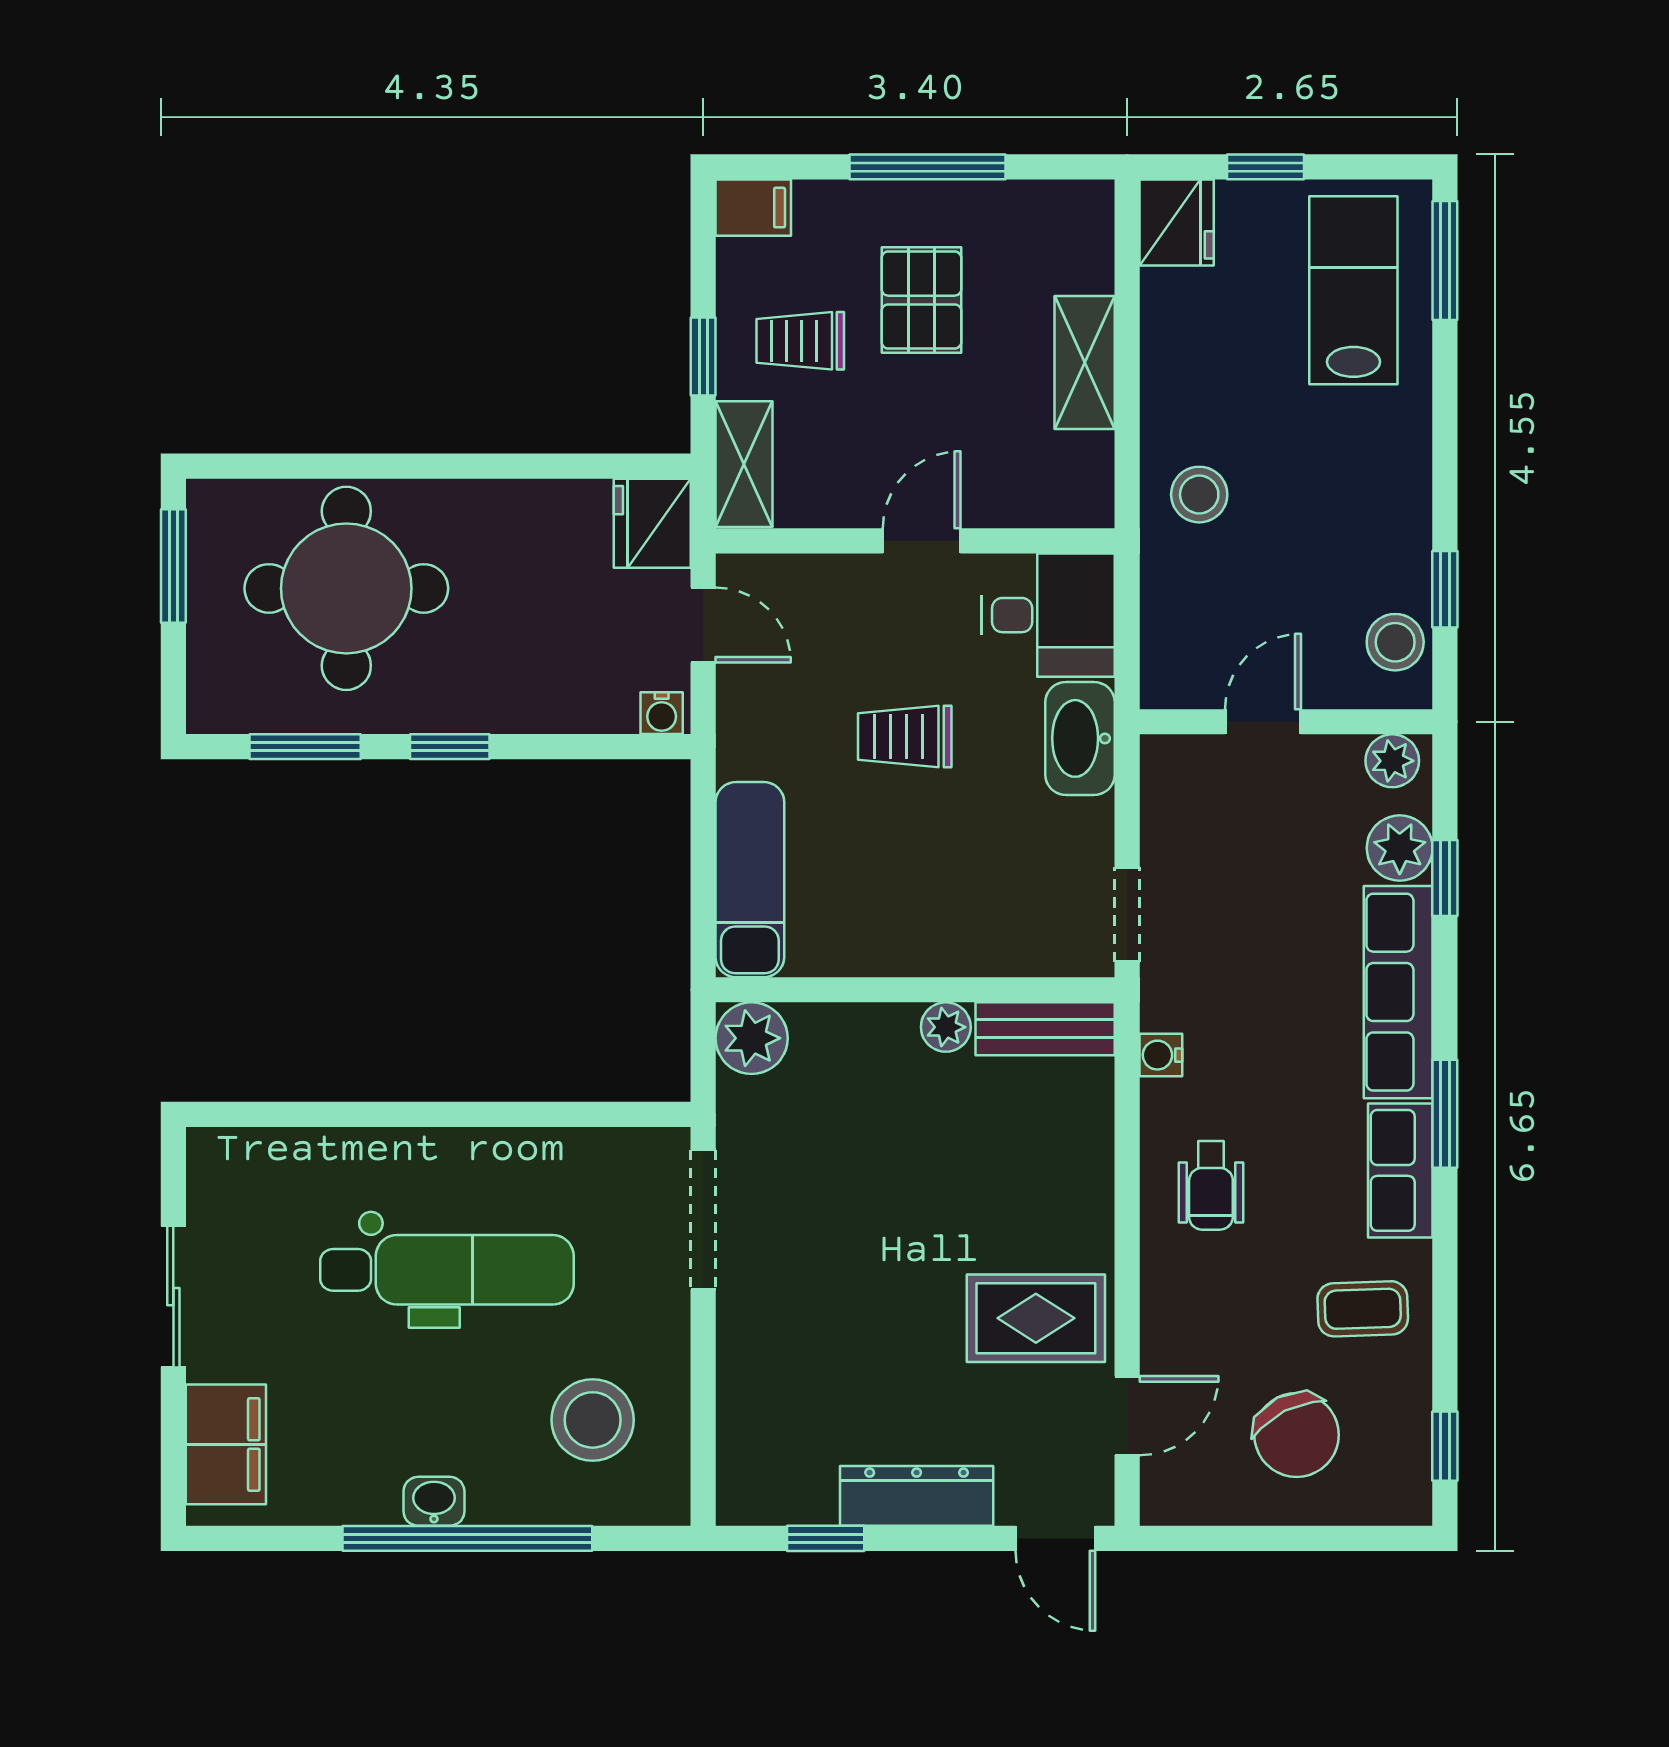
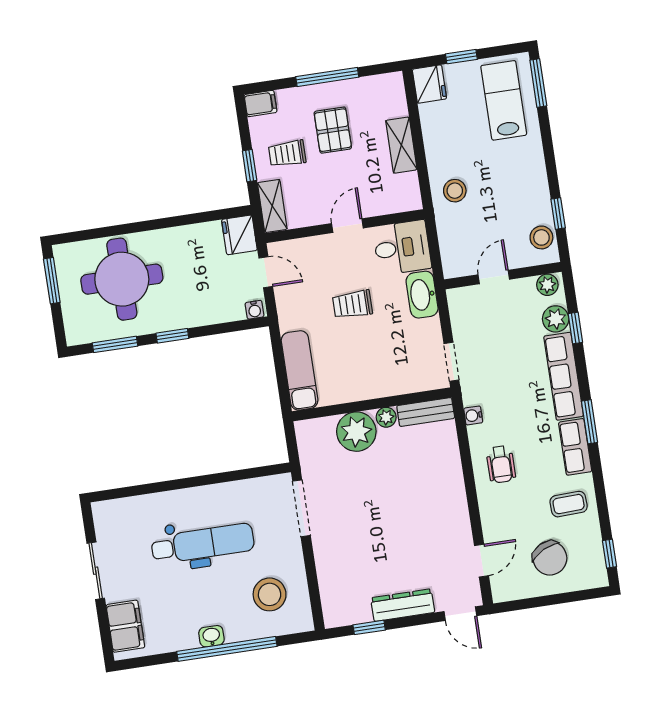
plant: (752, 1038) -> (356, 432), moved, width x1.36, depth x1.36
rug: (1036, 1318) -> (439, 527), removed

